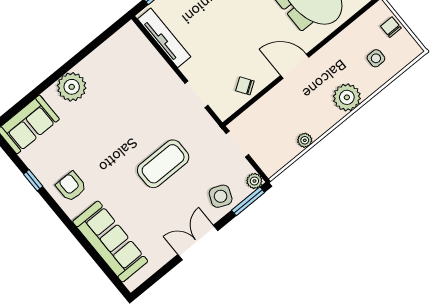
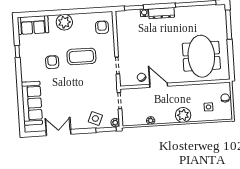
tv unit: (164, 38) -> (121, 30), removed
armchair: (133, 54) -> (102, 27), added
door: (295, 66) -> (159, 85), moved
coffee table: (163, 164) -> (81, 56), moved
armchair: (71, 187) -> (52, 62), moved
double door: (198, 243) -> (58, 133), moved

